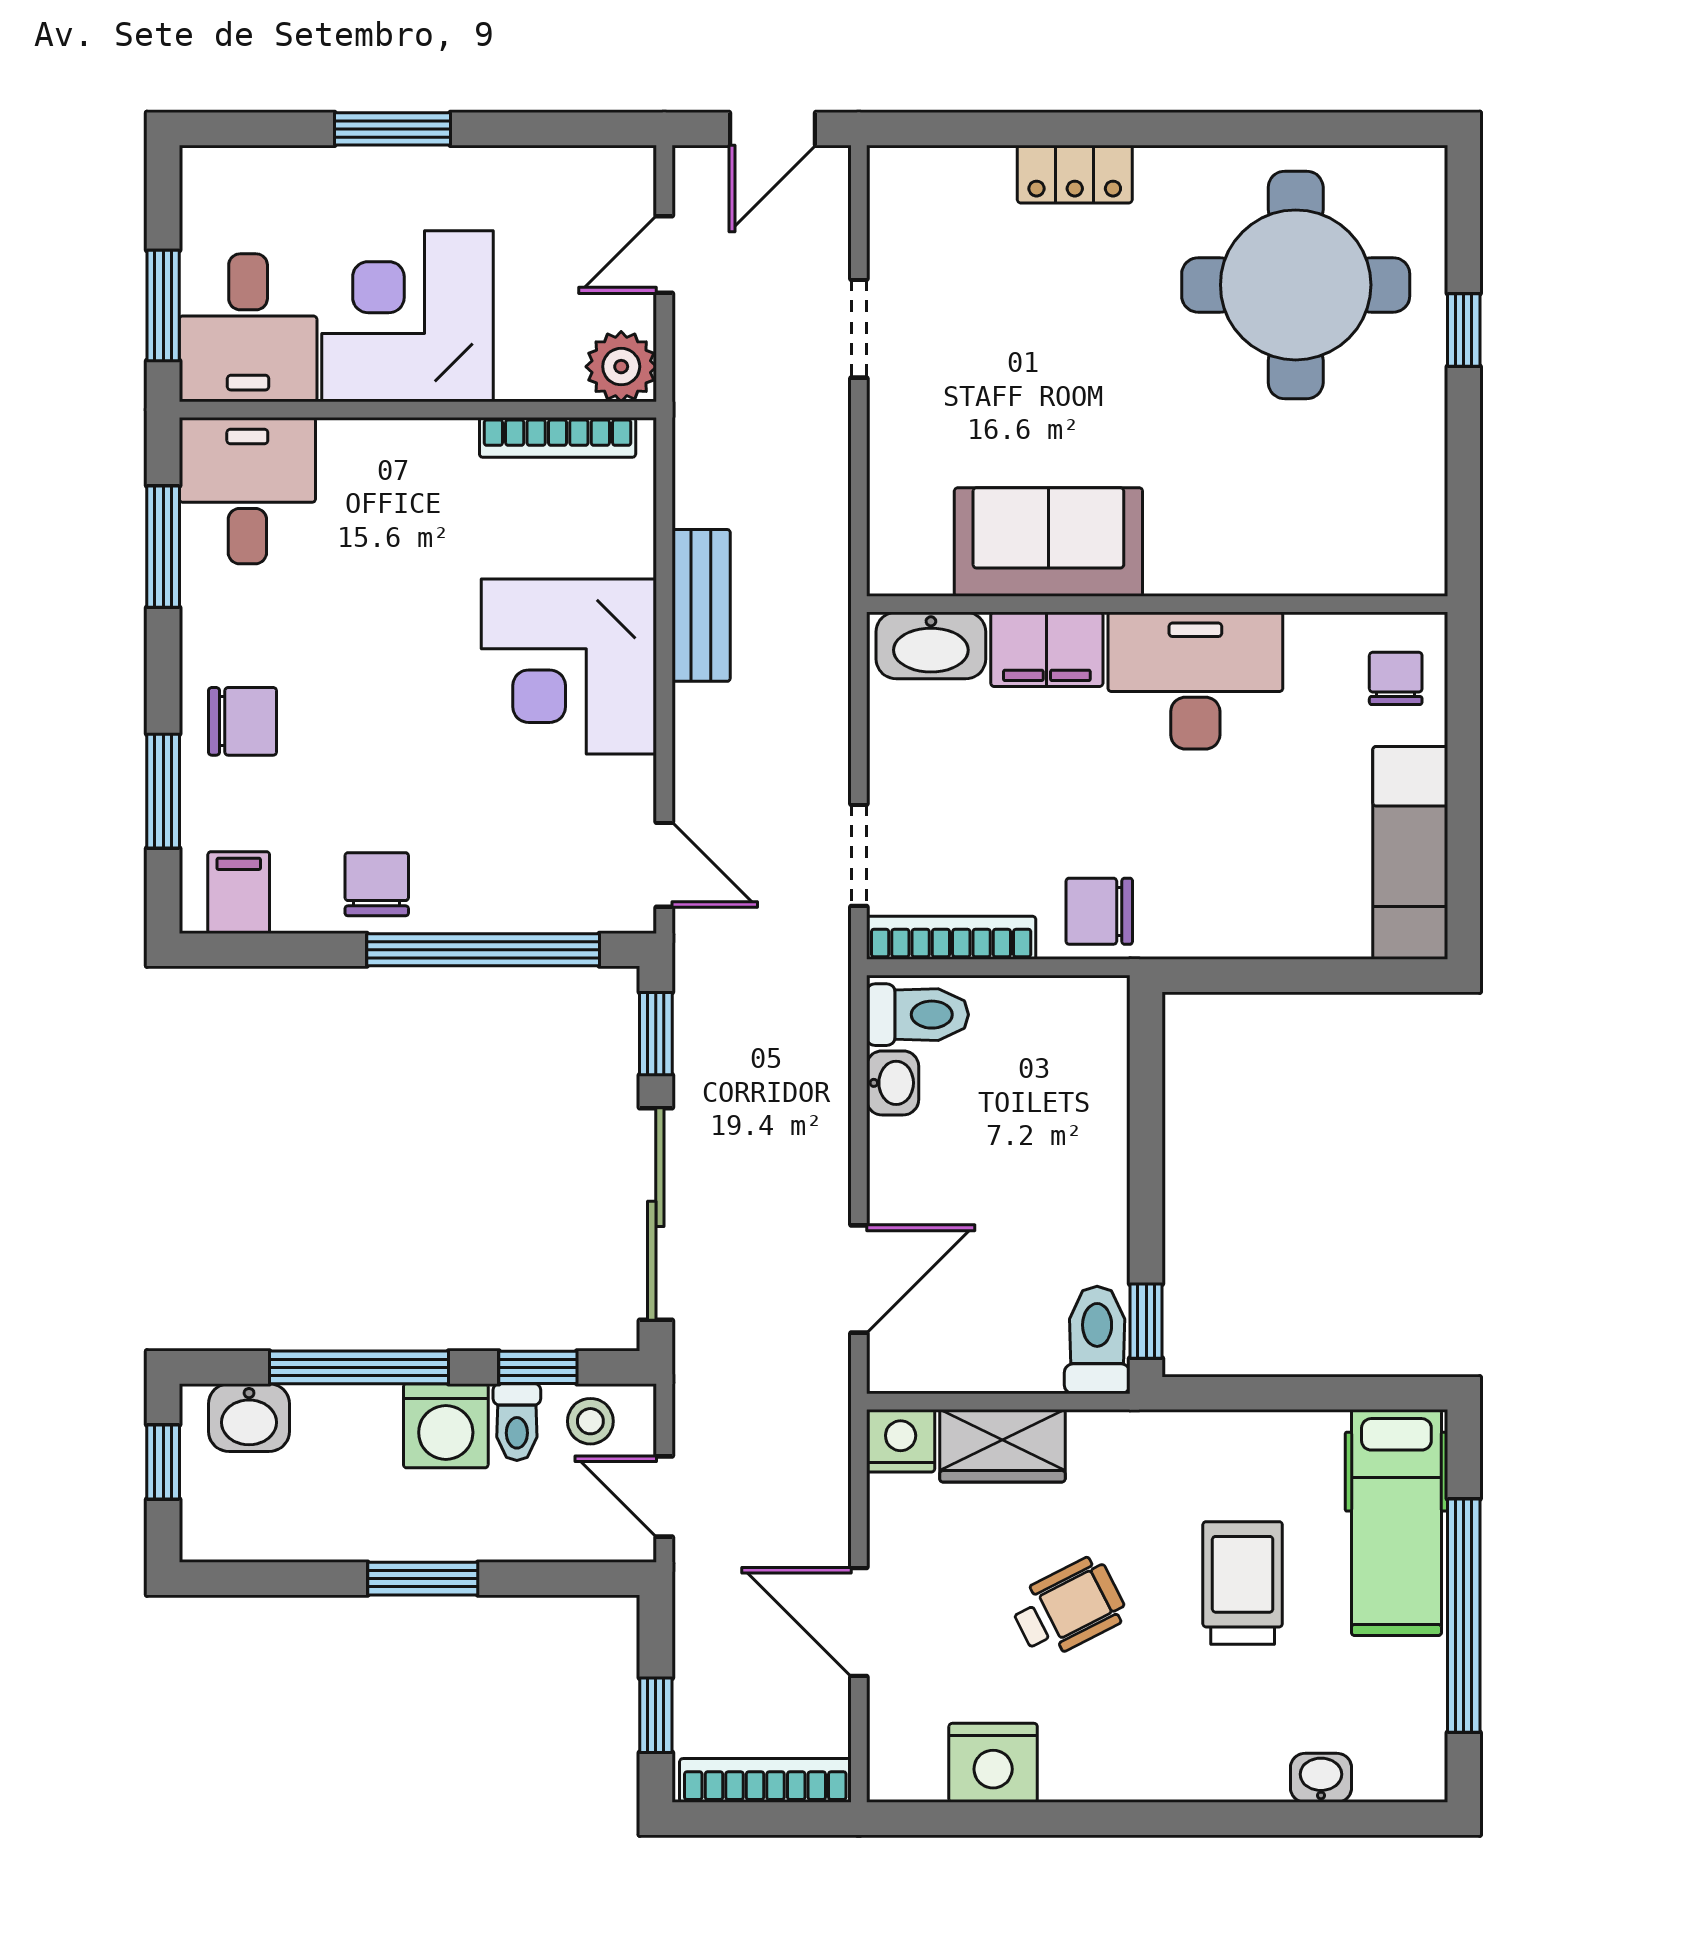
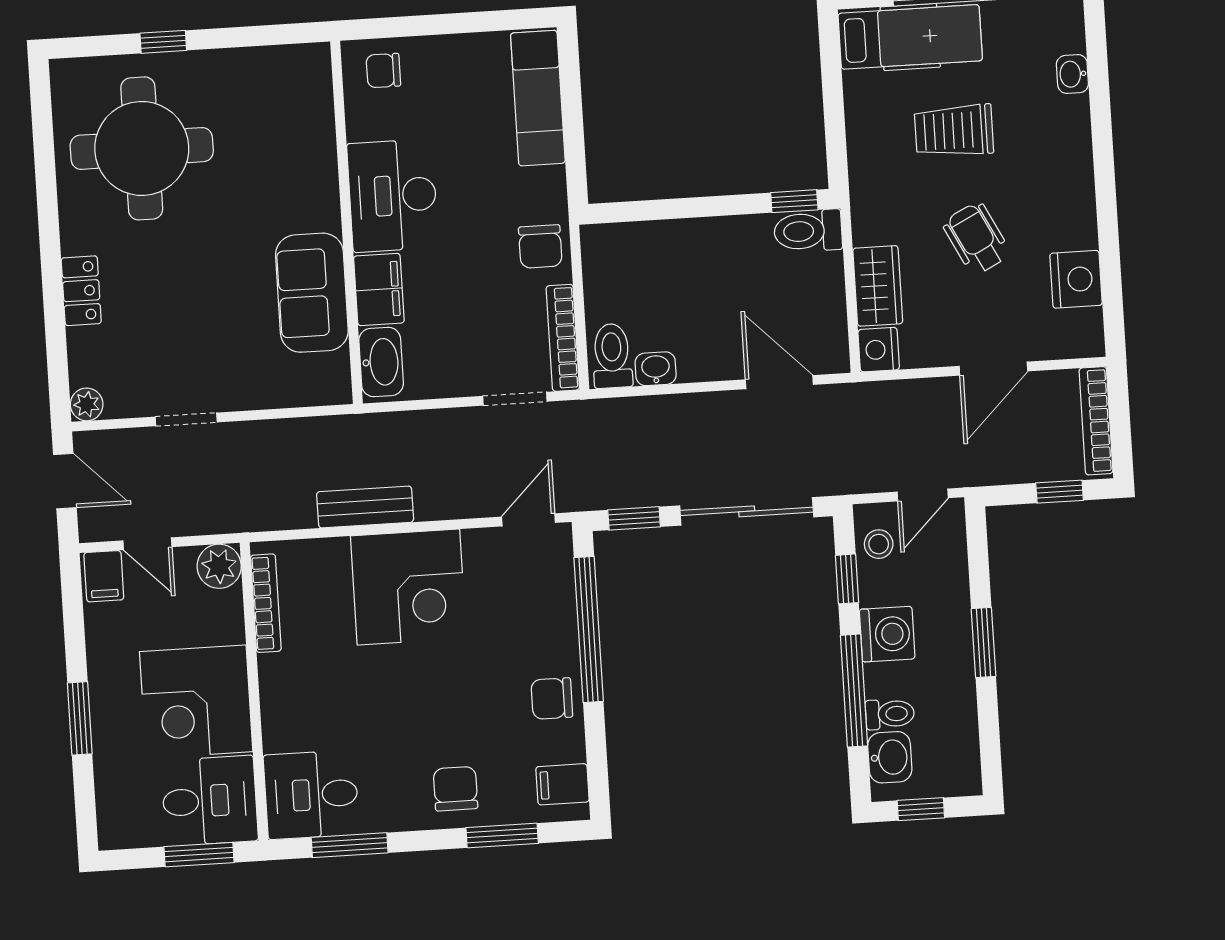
plant: (893, 171) -> (87, 404), added
filing cabinet: (617, 181) -> (104, 576), added
exam couch: (1410, 853) -> (538, 98), moved, turned 90
toilet: (517, 1422) -> (890, 714), moved

